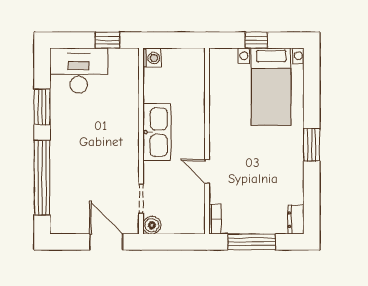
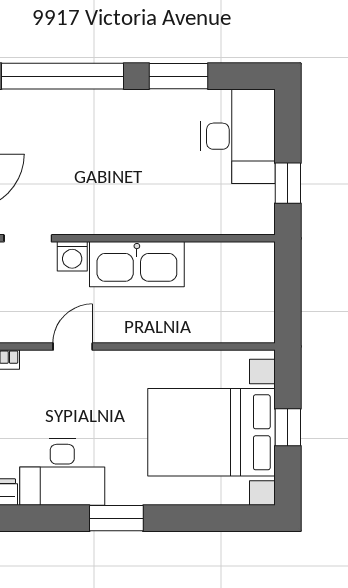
washing machine: (152, 58) -> (72, 256), moved
bed with nightstands: (271, 87) -> (212, 432), width x1.36
desk: (284, 178) -> (62, 472), added

